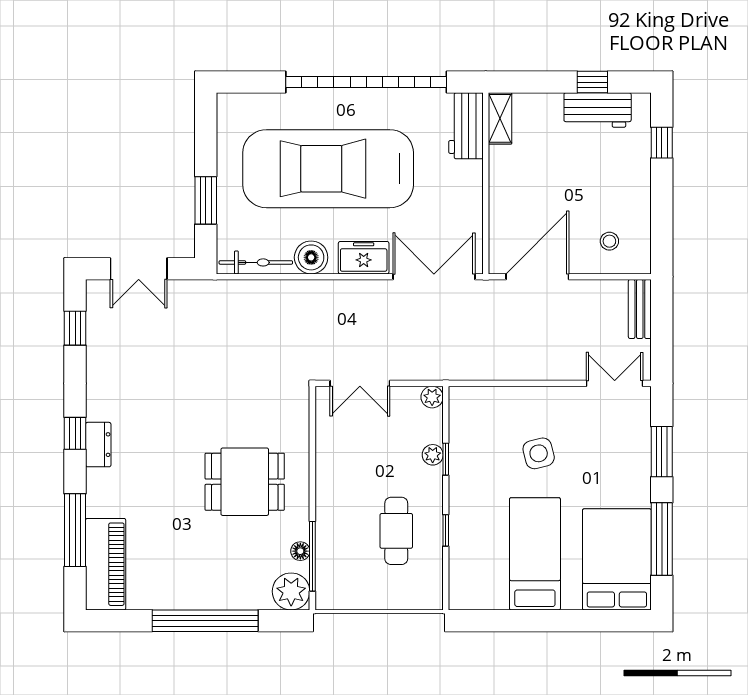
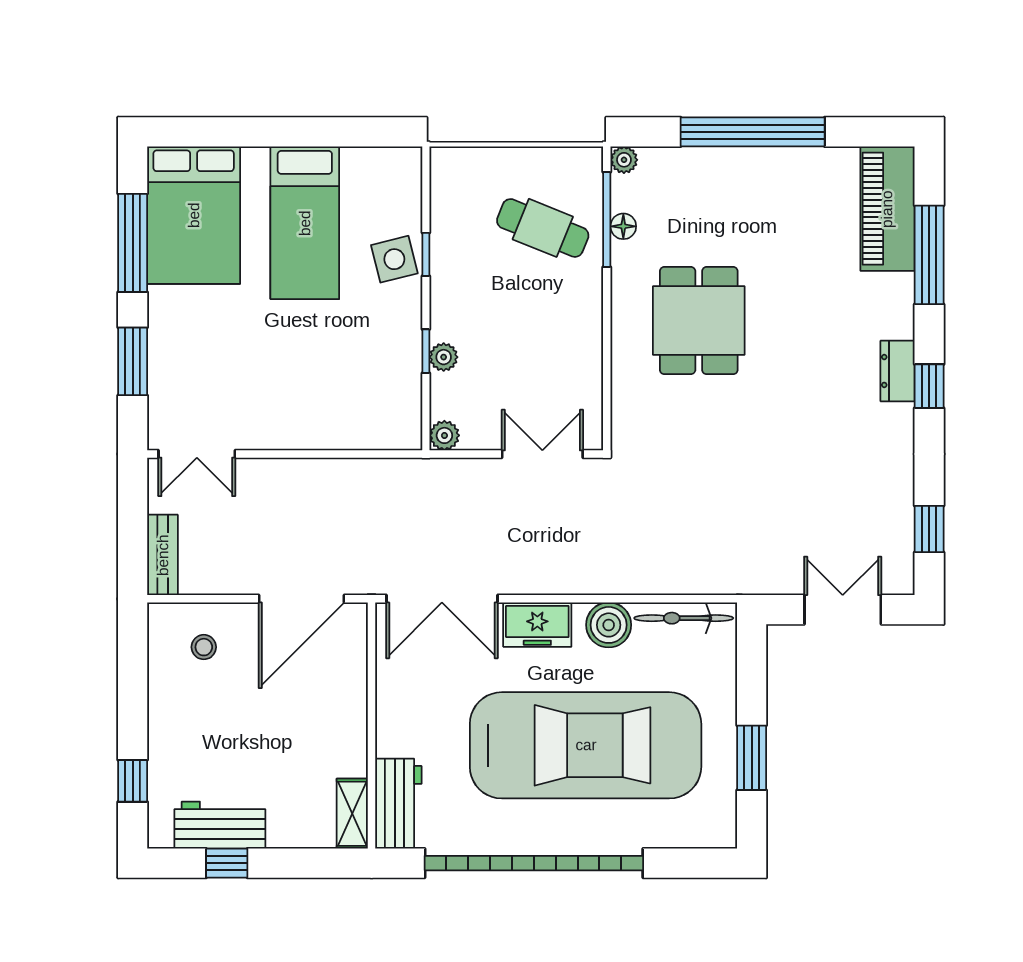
window: (206, 200) -> (752, 758), moved
side table: (539, 453) -> (394, 259), moved
dining table: (245, 482) -> (699, 321), turned 90
cafe table: (396, 531) -> (543, 228), moved, turned -68
plant: (291, 591) -> (624, 160), width x0.53, depth x0.53

